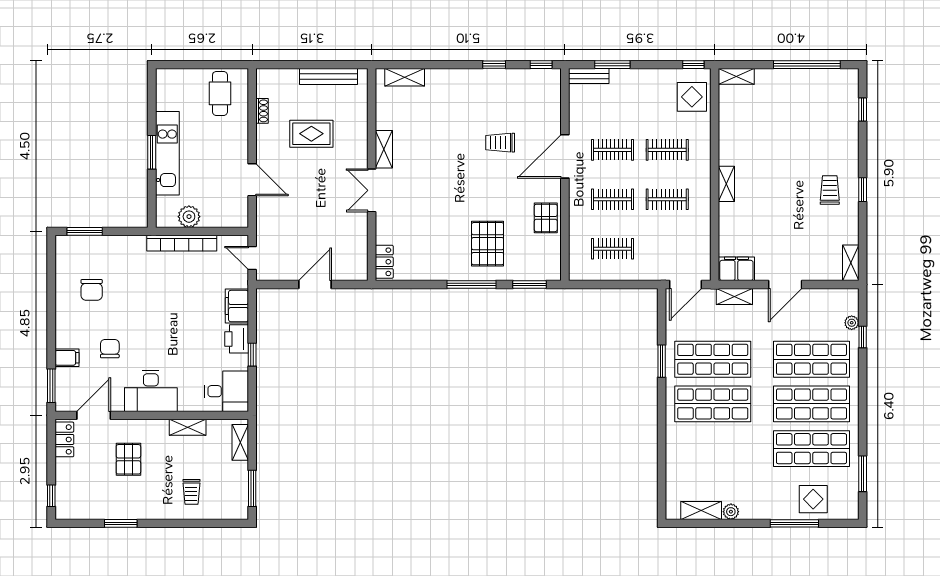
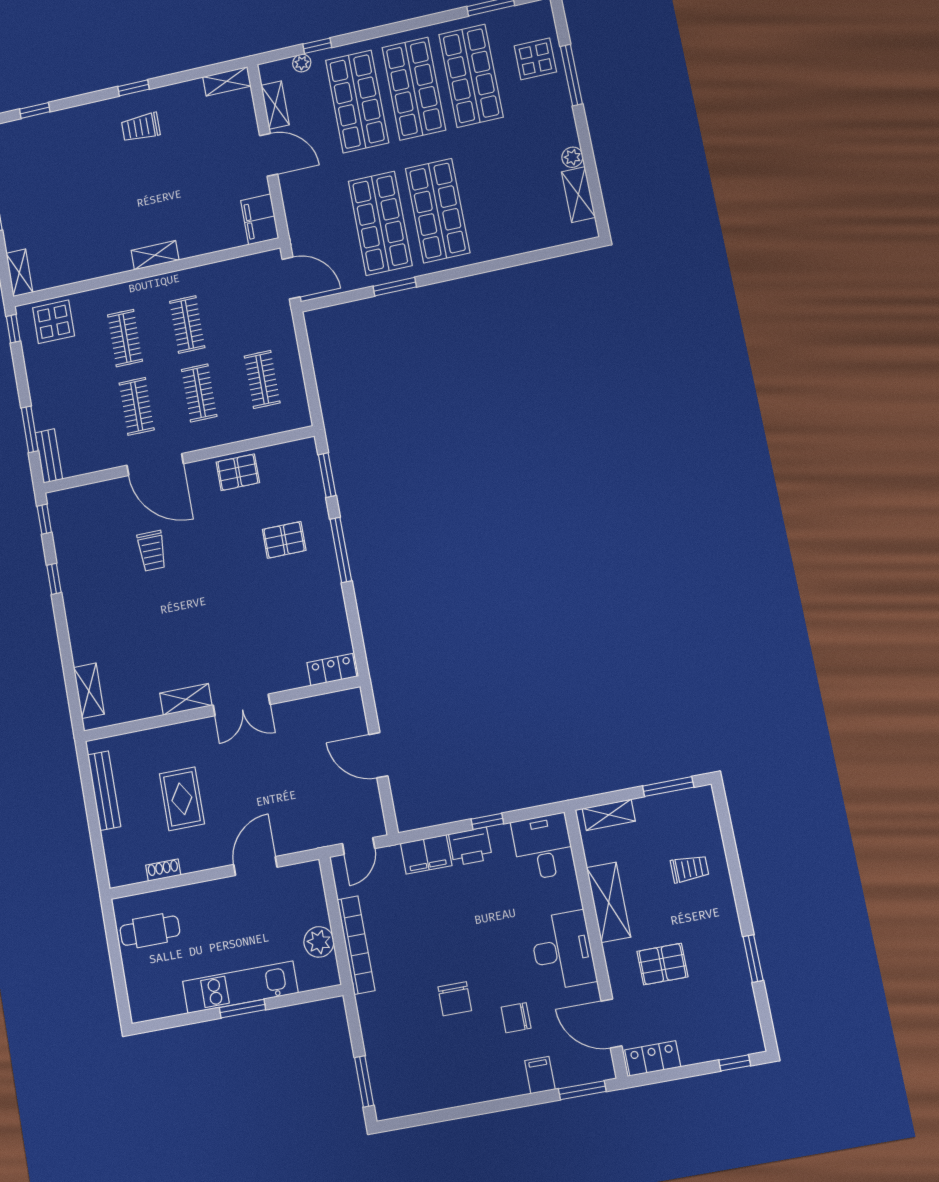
pallet: (488, 244) -> (284, 540), width x0.67, depth x0.71
chair: (92, 290) -> (455, 999), moved, turned 90
shelving: (734, 296) -> (275, 105), moved
shelving: (188, 427) -> (609, 902), width x1.50, depth x1.33

